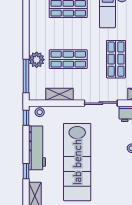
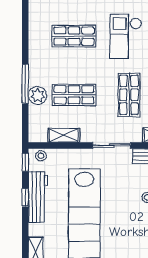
window: (26, 76) -> (25, 84), moved
window: (26, 171) -> (25, 197), moved

